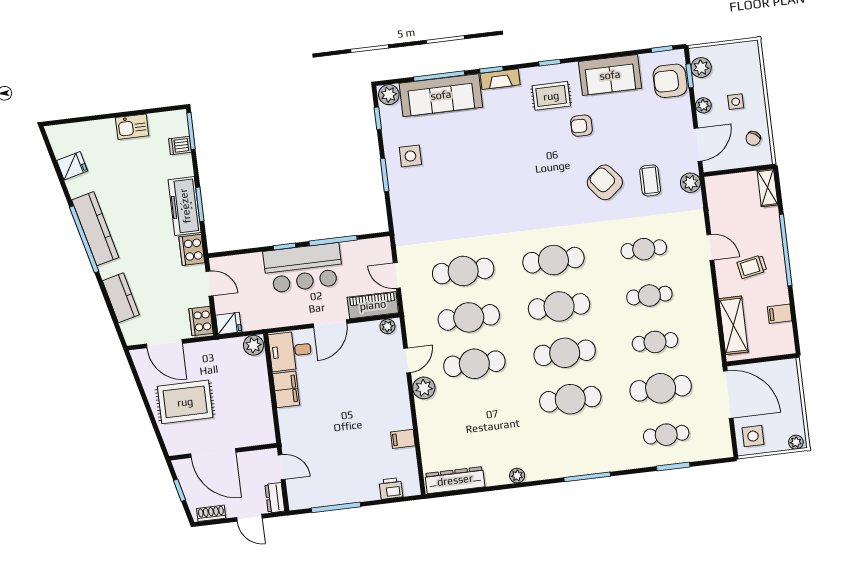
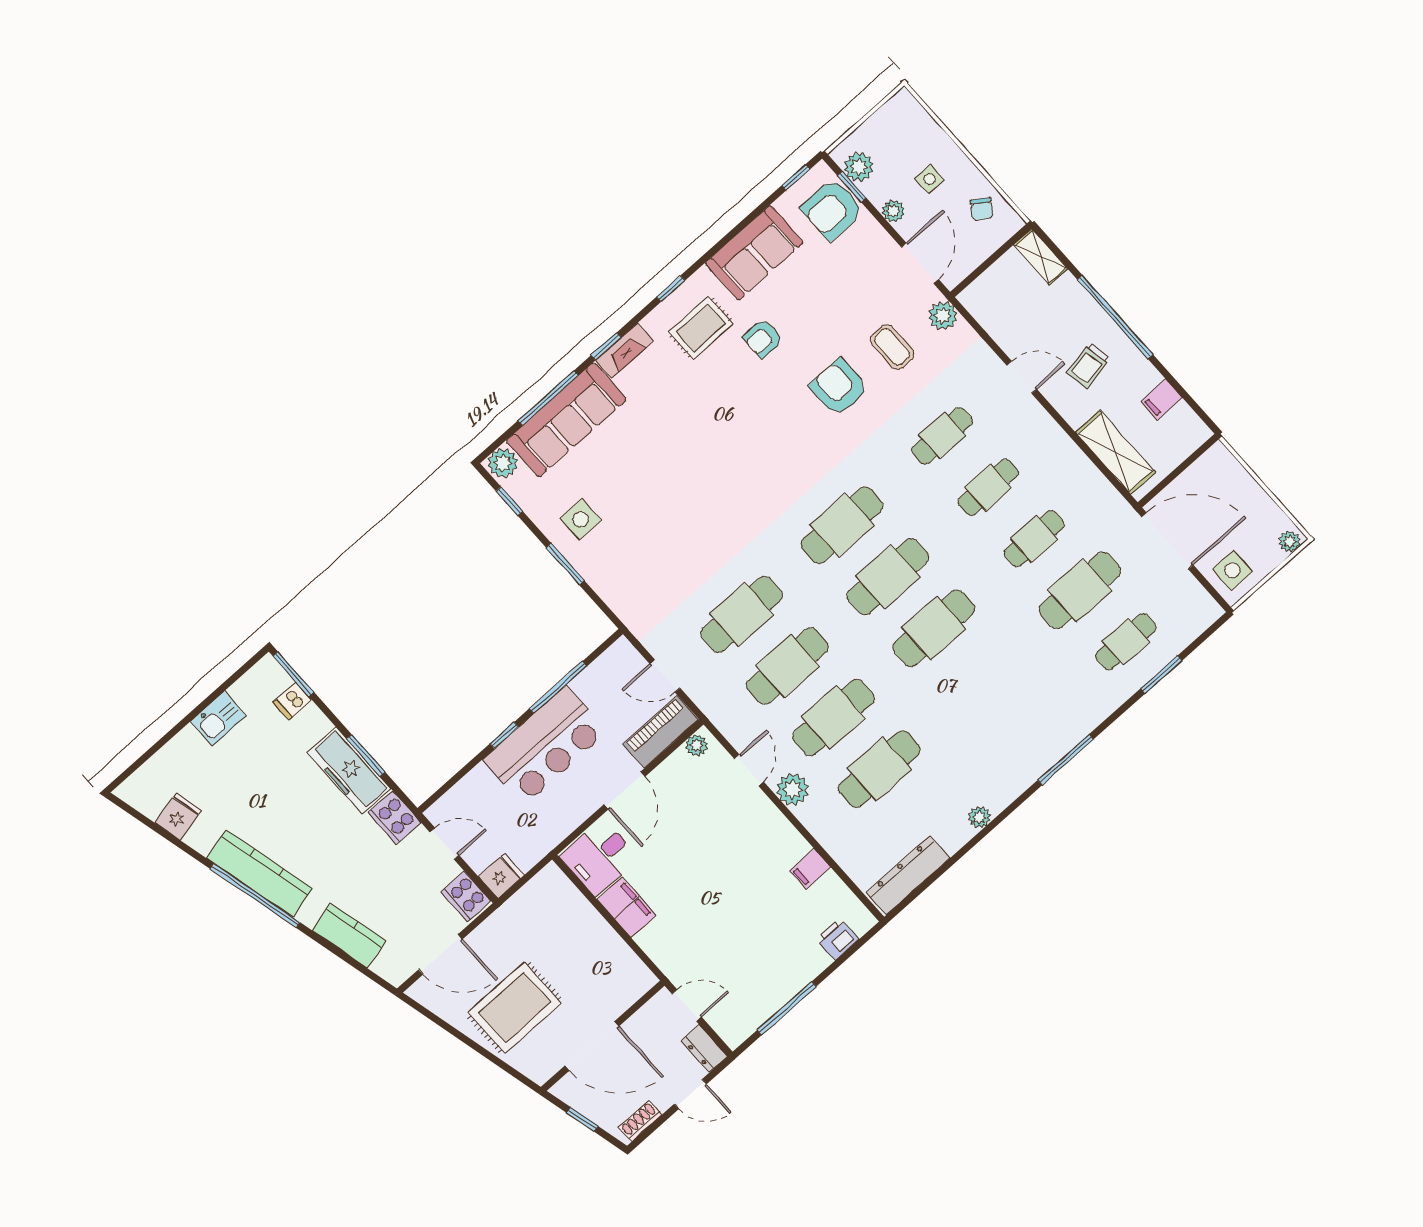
armchair: (605, 182) -> (839, 387), turned 39
plant: (254, 345) -> (550, 881), removed
cafe table: (570, 399) -> (879, 769), moved

